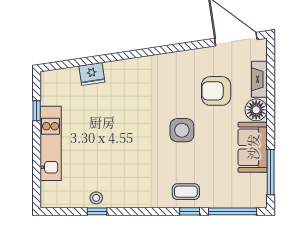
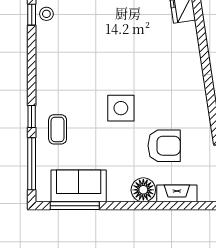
armchair: (216, 91) -> (164, 146), turned 90
sofa: (253, 147) -> (79, 186), moved
coffee table: (186, 192) -> (58, 129), moved

